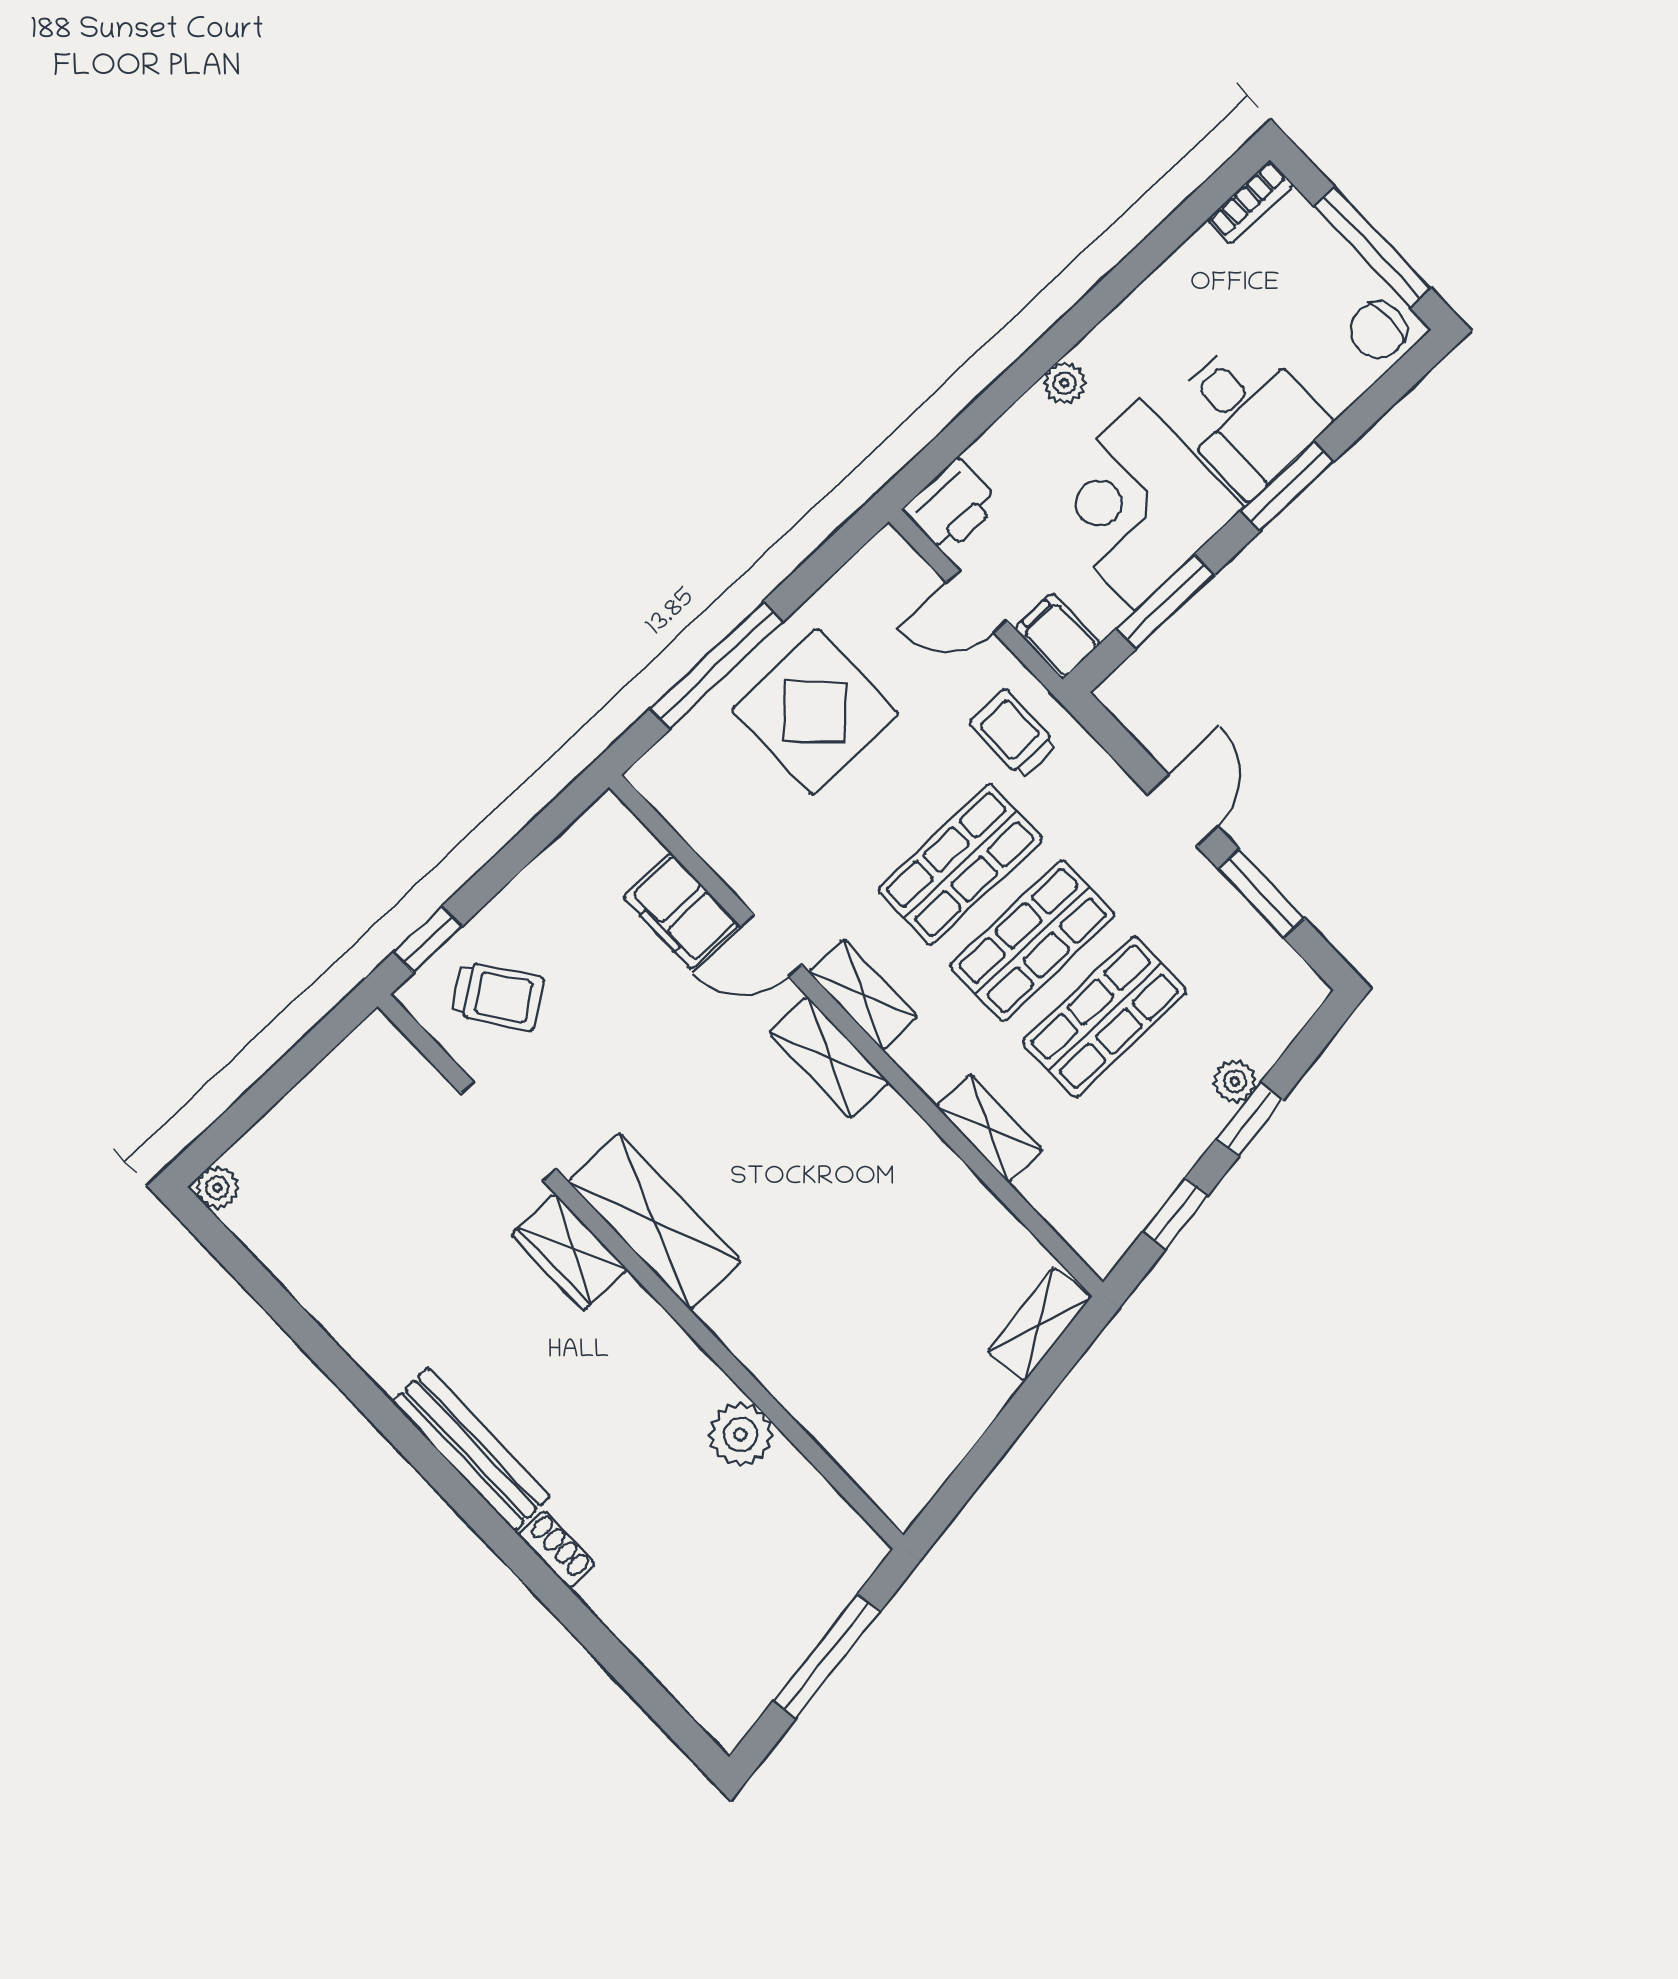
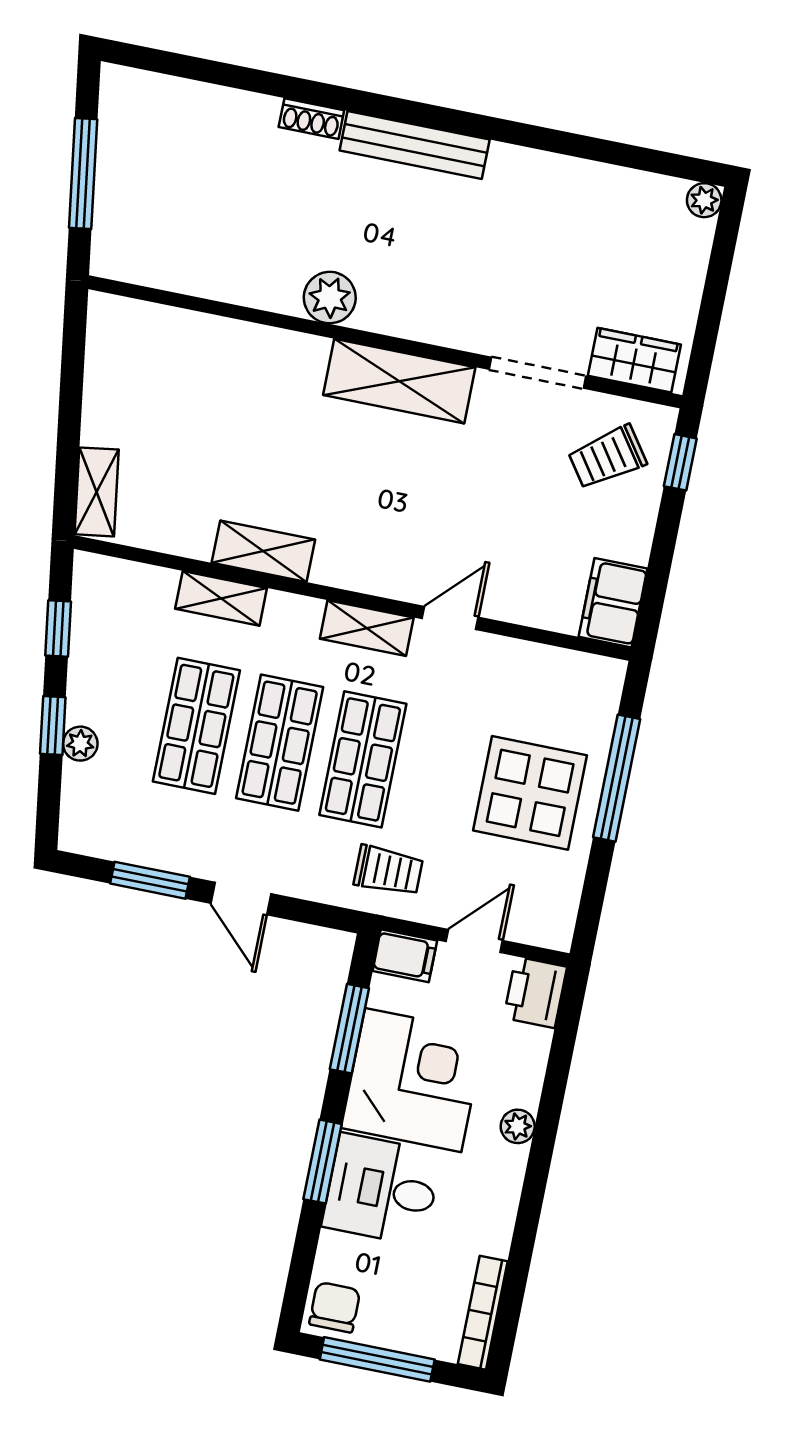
bookcase: (1250, 202) -> (483, 1313), width x1.56
filing cabinet: (681, 911) -> (613, 603), moved, turned -90
shelving: (829, 1057) -> (263, 551), moved
wardrobe: (569, 1252) -> (634, 360), moved
plant: (741, 1435) -> (330, 298), moved

